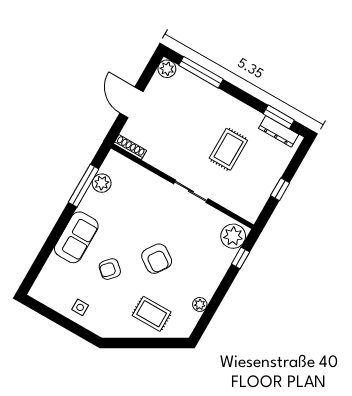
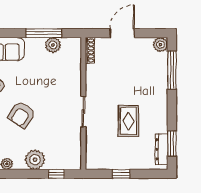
rug: (228, 149) -> (128, 121), turned 90
plant: (233, 236) -> (35, 160), moved

